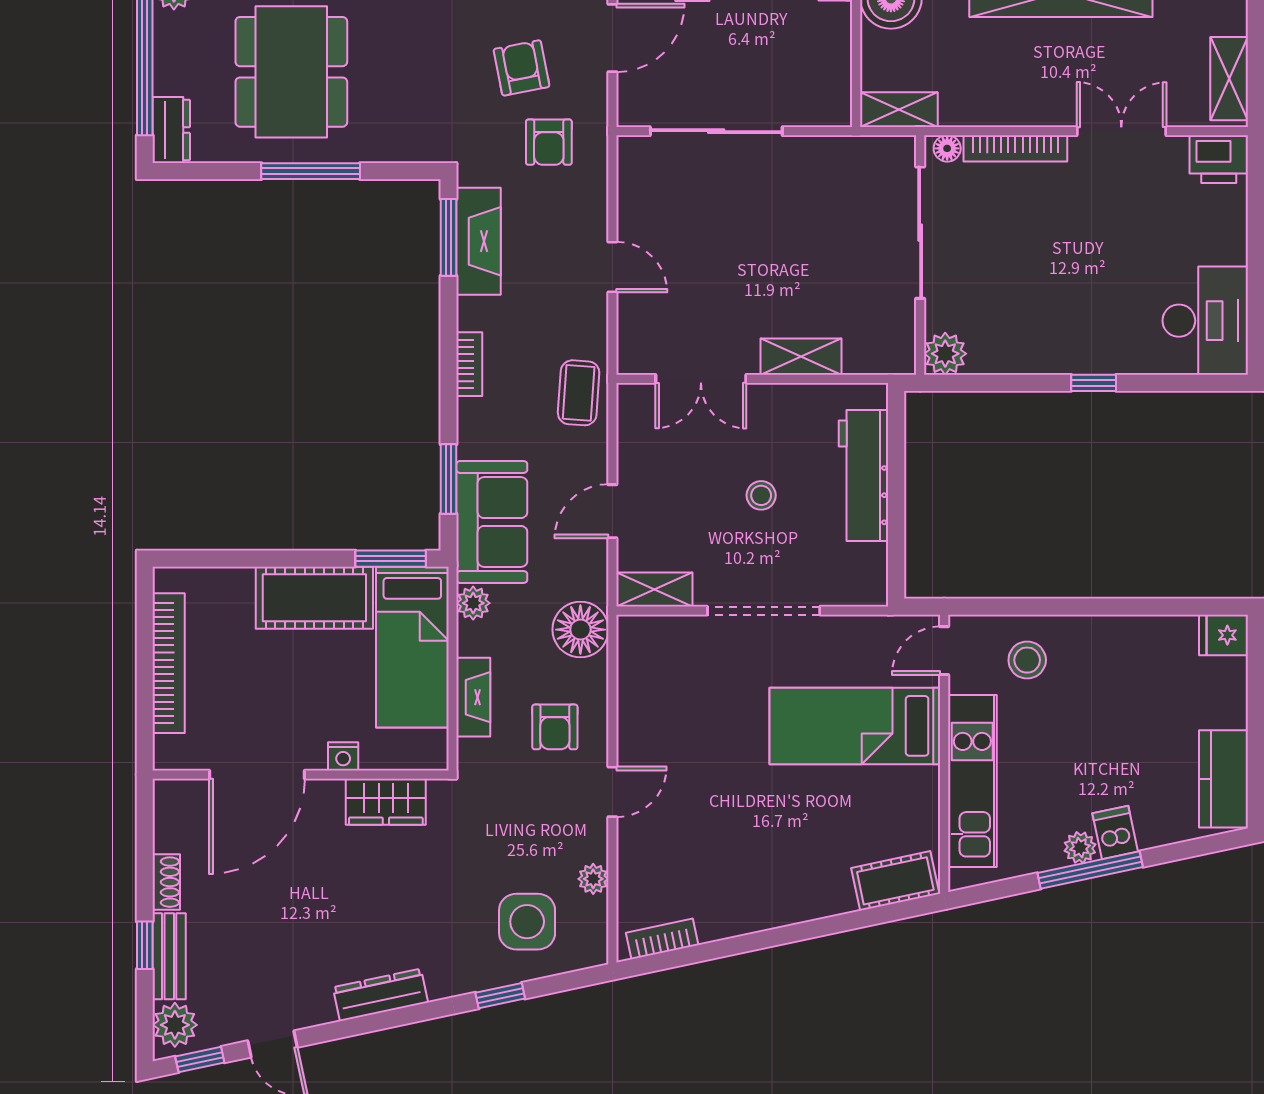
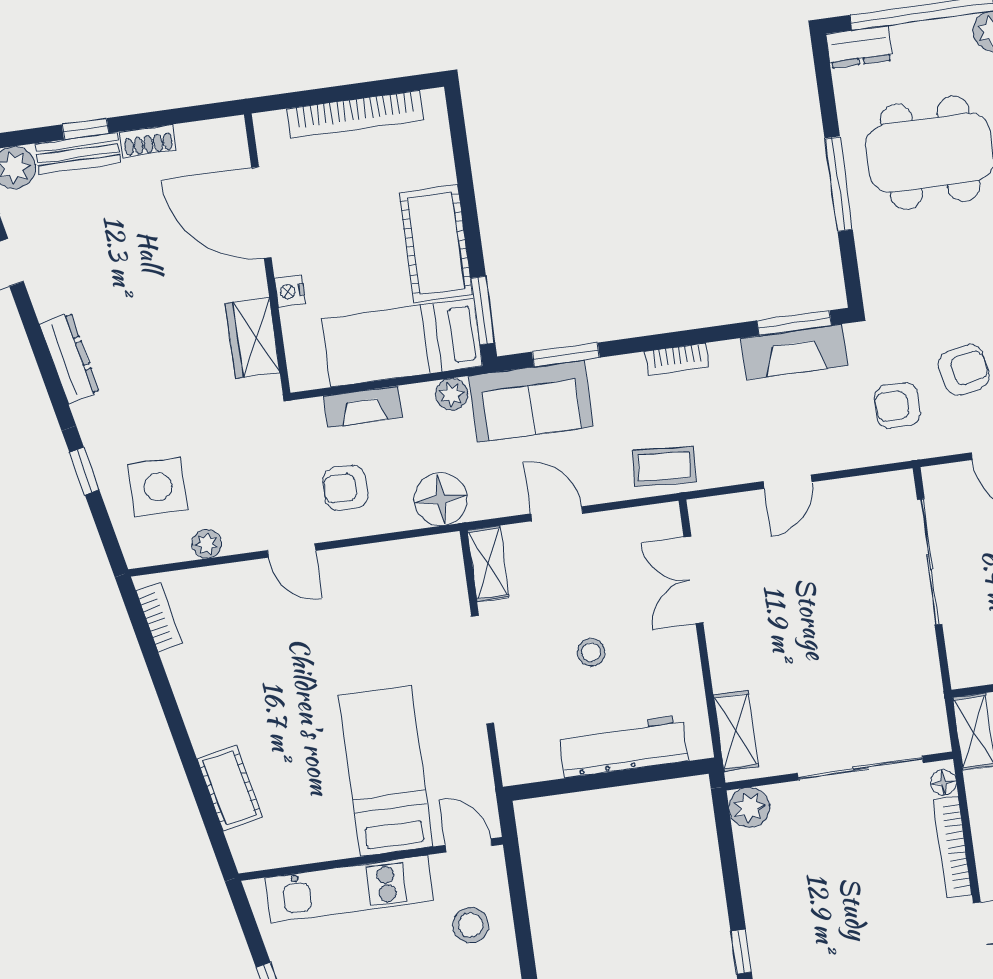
shelving: (801, 357) -> (736, 731), moved
cot: (895, 881) -> (230, 788), moved

